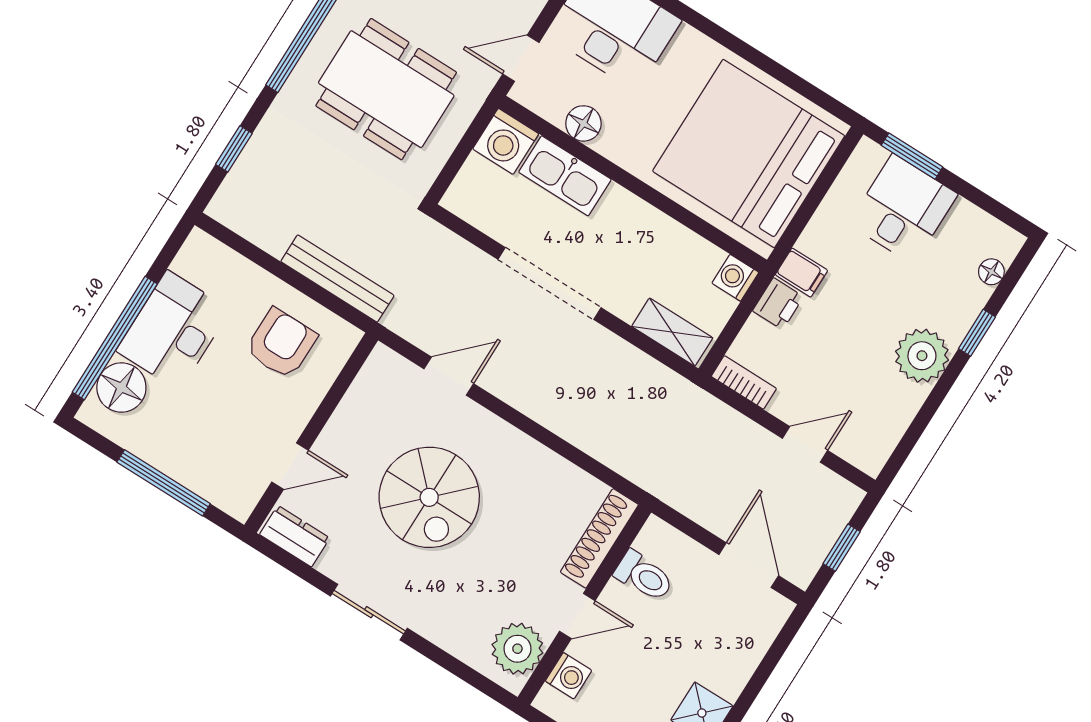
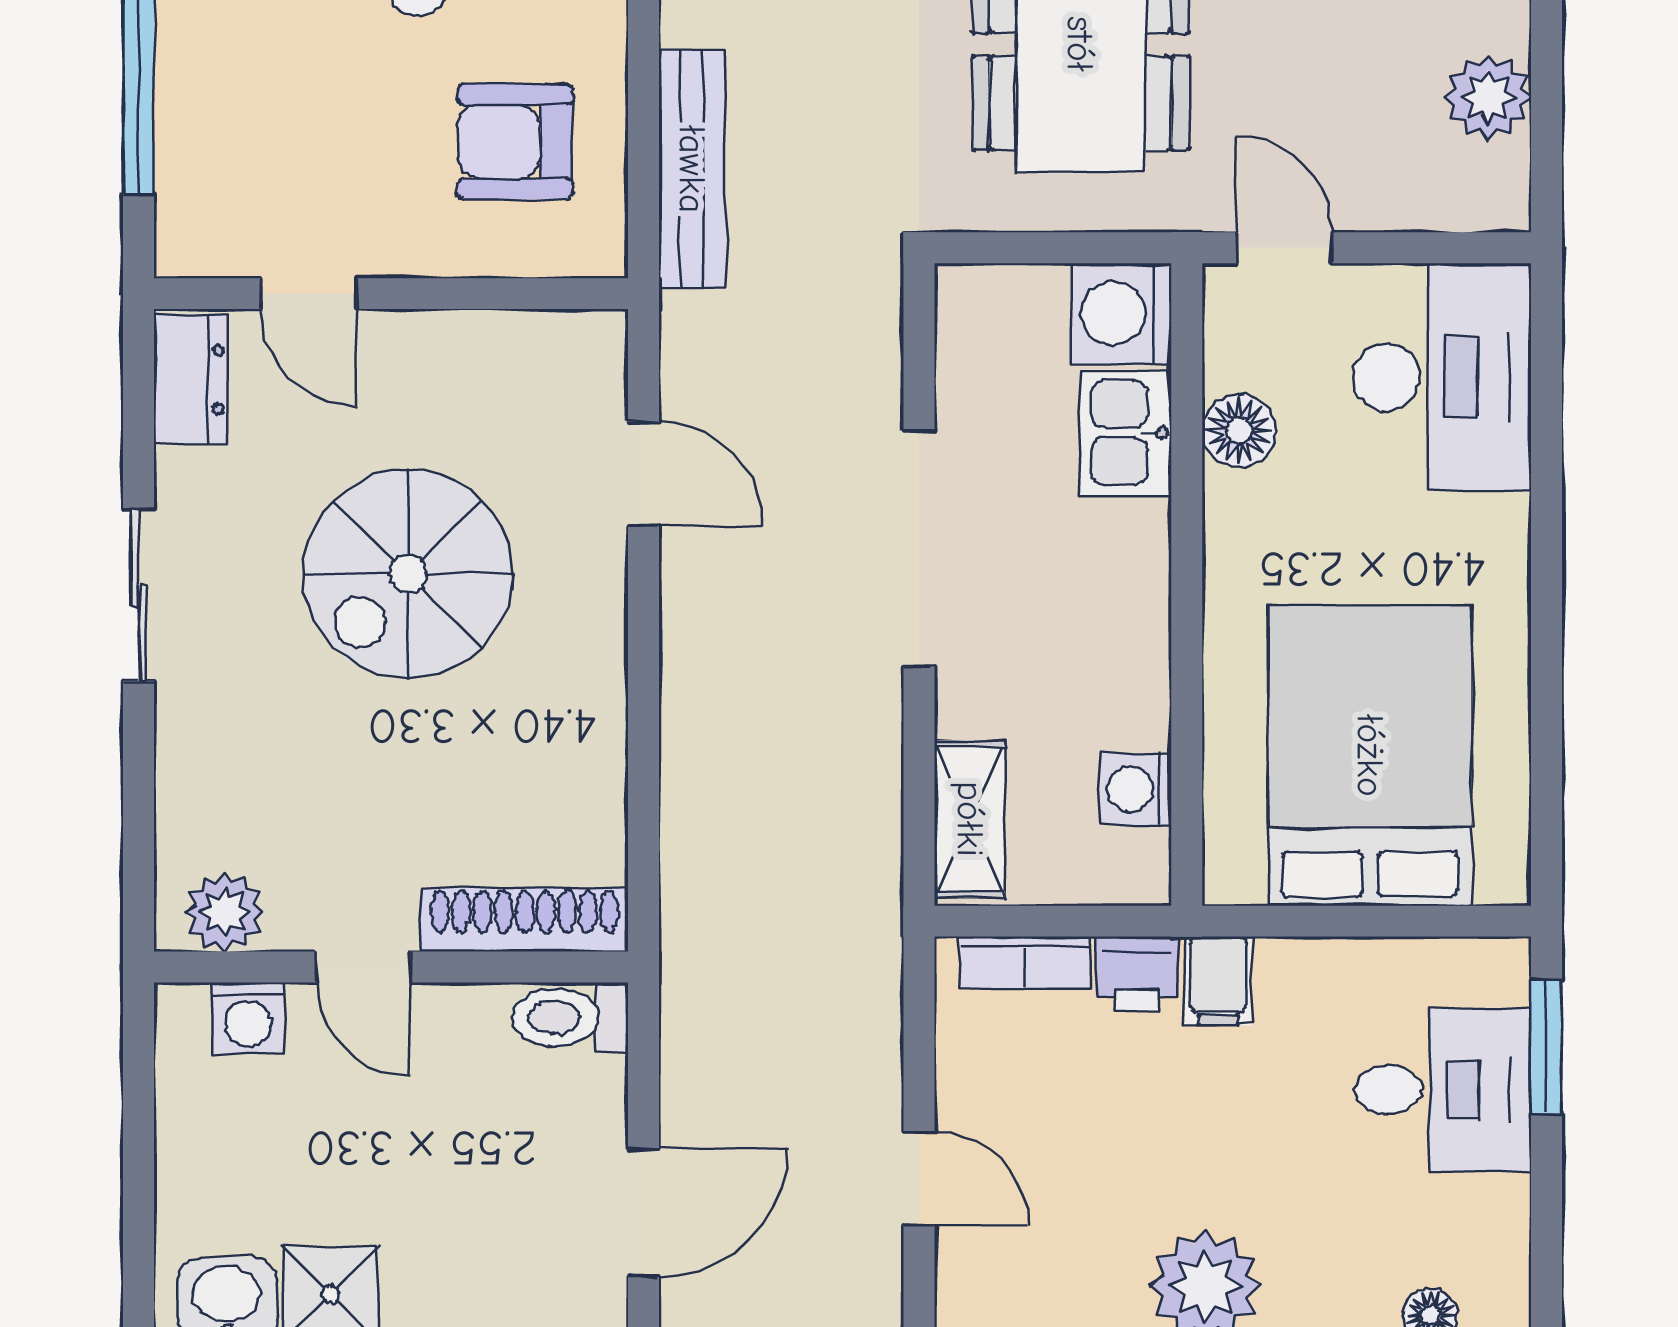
bed: (749, 153) -> (1370, 755), width x0.73
kitchen sink: (565, 176) -> (1126, 433), width x0.73
washing machine: (735, 278) -> (1136, 789), moved, turned -90
armchair: (281, 343) -> (515, 142), turned 180
bookcase: (744, 382) -> (1025, 962), moved, turned 90
toilet: (644, 576) -> (570, 1017), moved, turned 90
plant: (517, 649) -> (225, 912), width x0.73, depth x0.73

